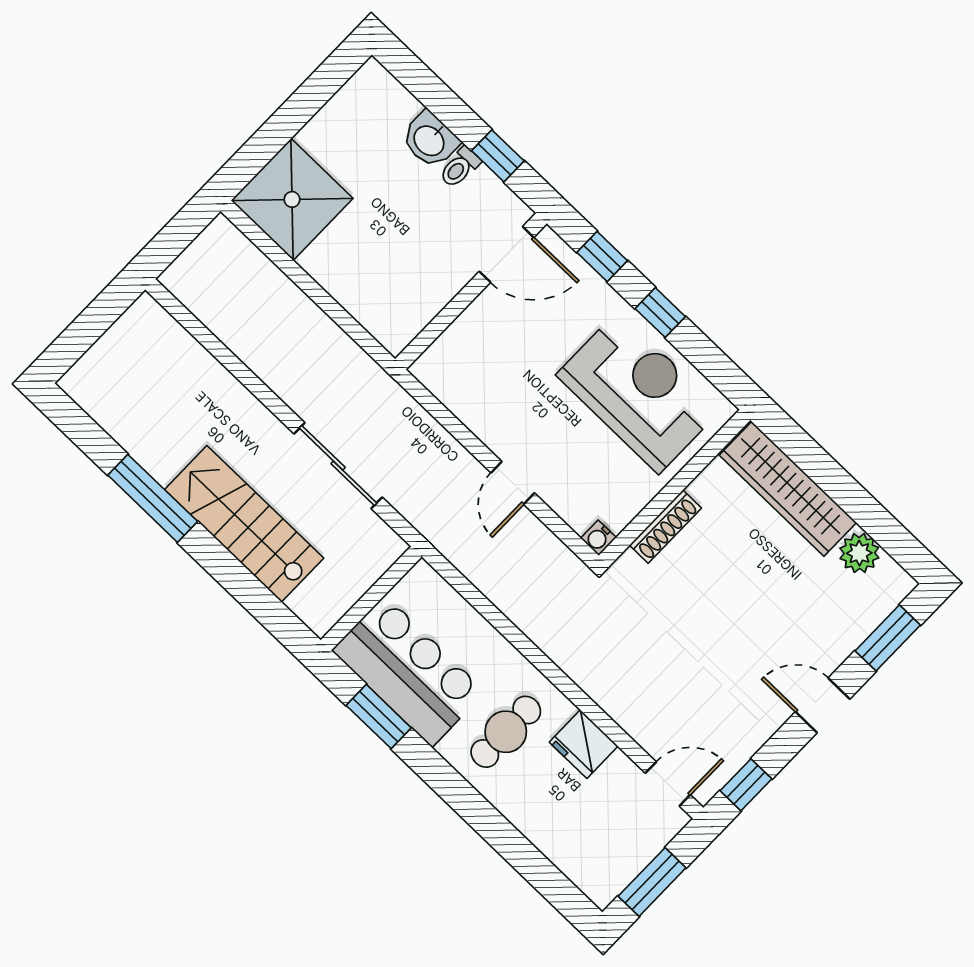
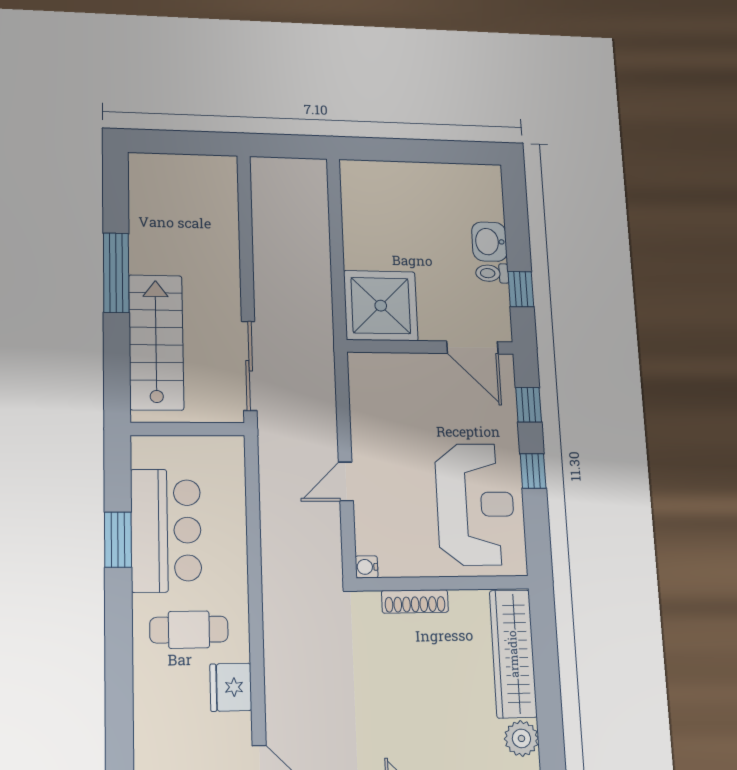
shower: (292, 199) -> (381, 306), moved
wall: (371, 598) -> (188, 429), moved

